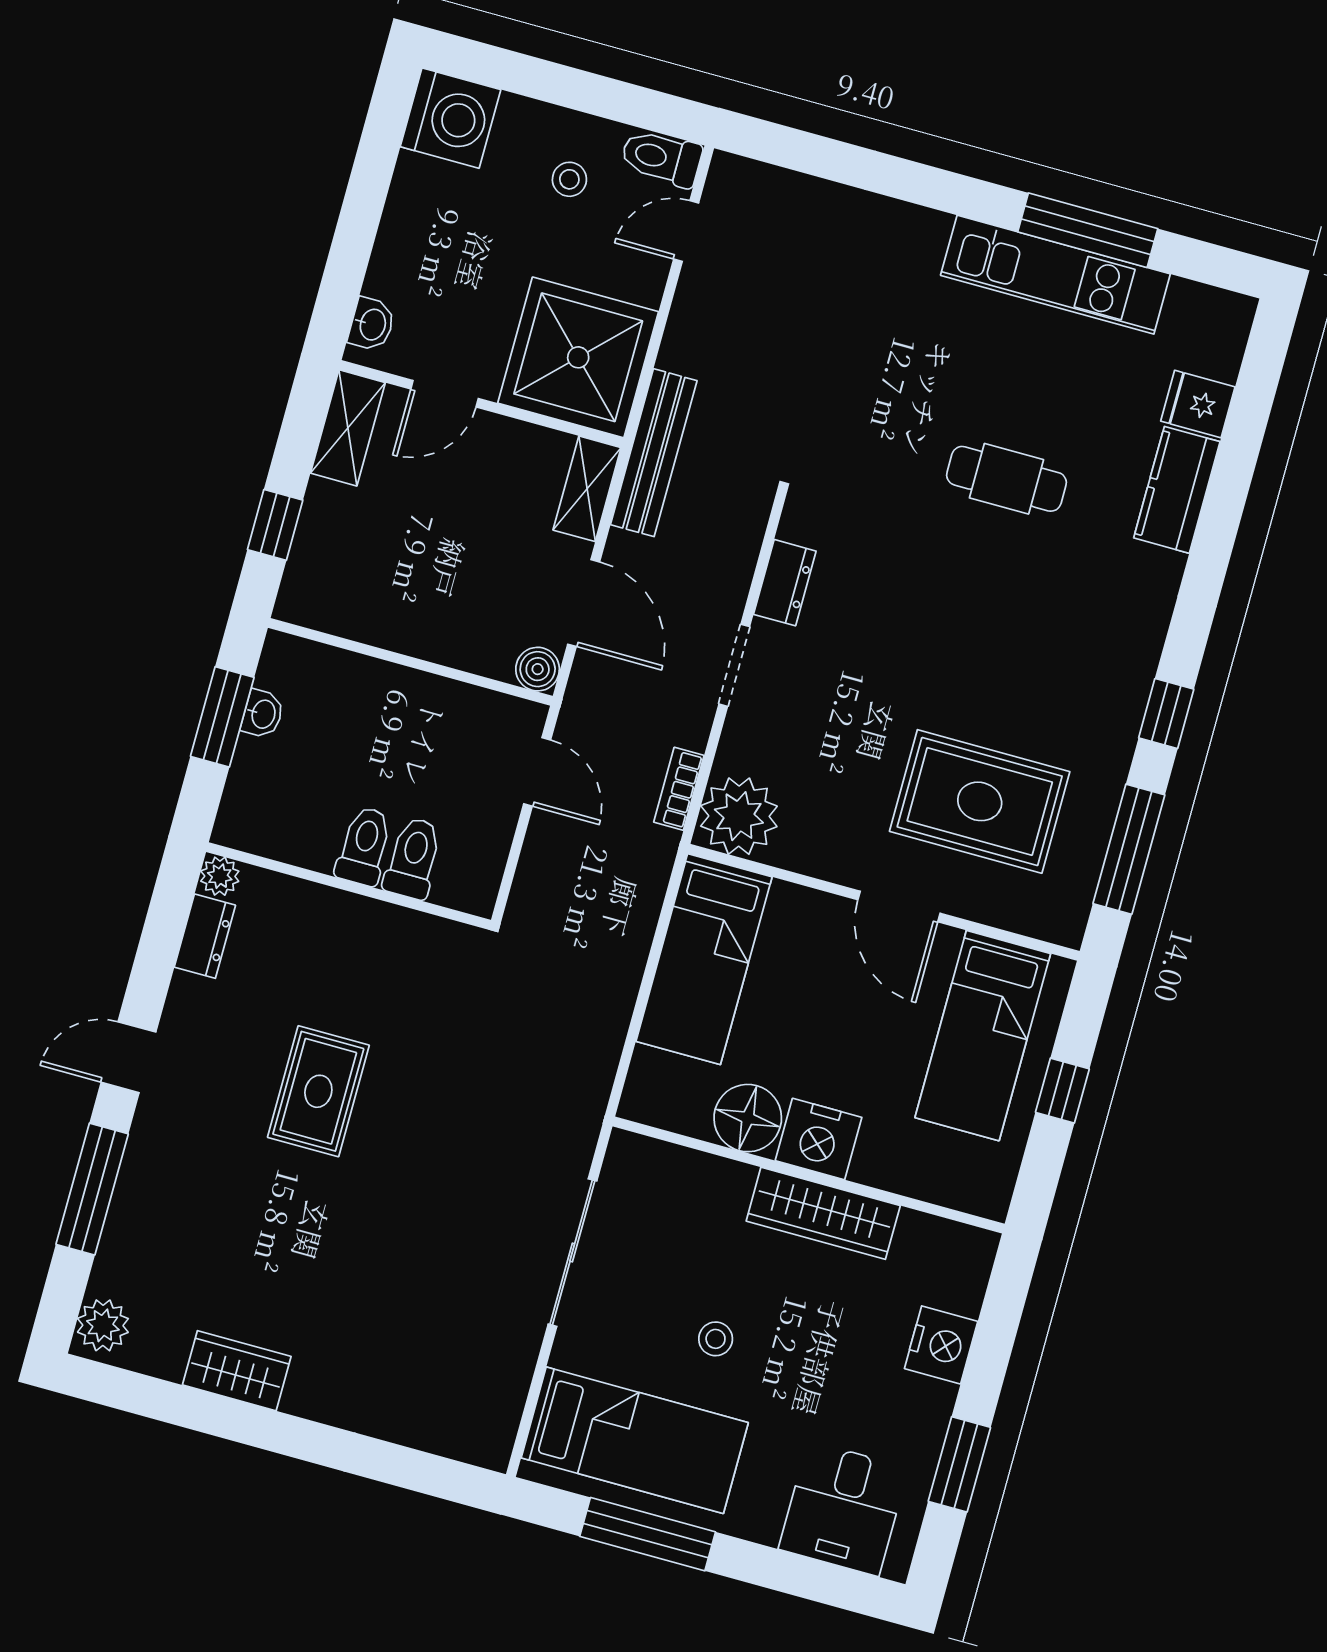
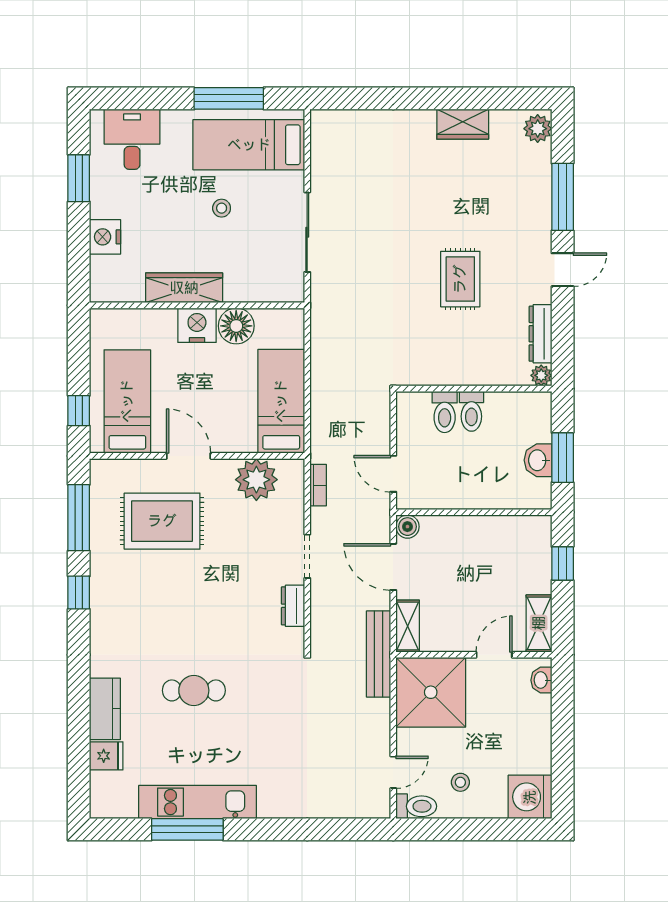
washbasin: (263, 714) -> (538, 460), width x1.38, depth x1.45
plant: (739, 816) -> (256, 480), moved
dresser: (205, 936) -> (540, 334), width x1.44
window: (1062, 1091) -> (79, 411), moved

